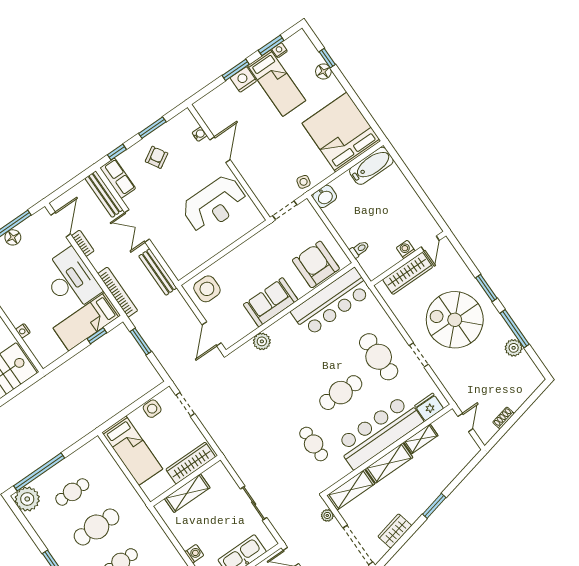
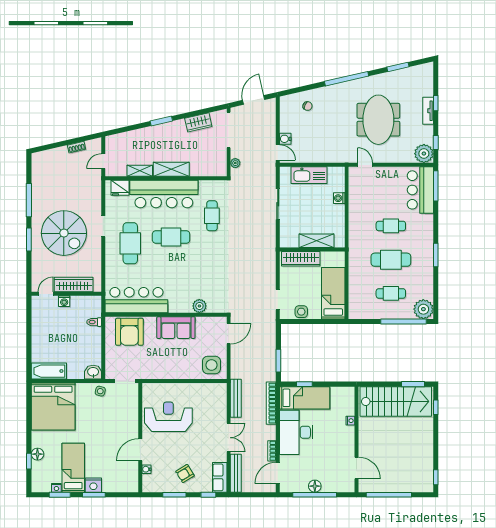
plant: (514, 348) -> (38, 188), removed
shelving: (351, 490) -> (208, 169), removed

